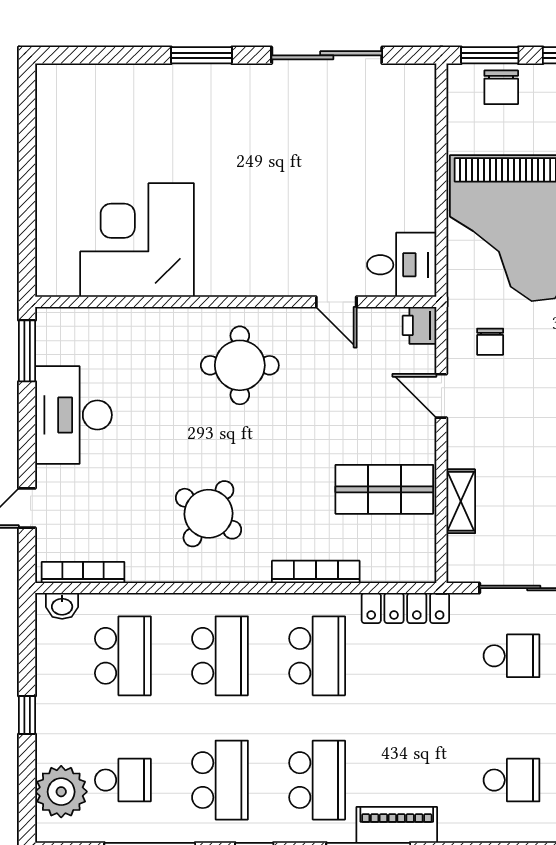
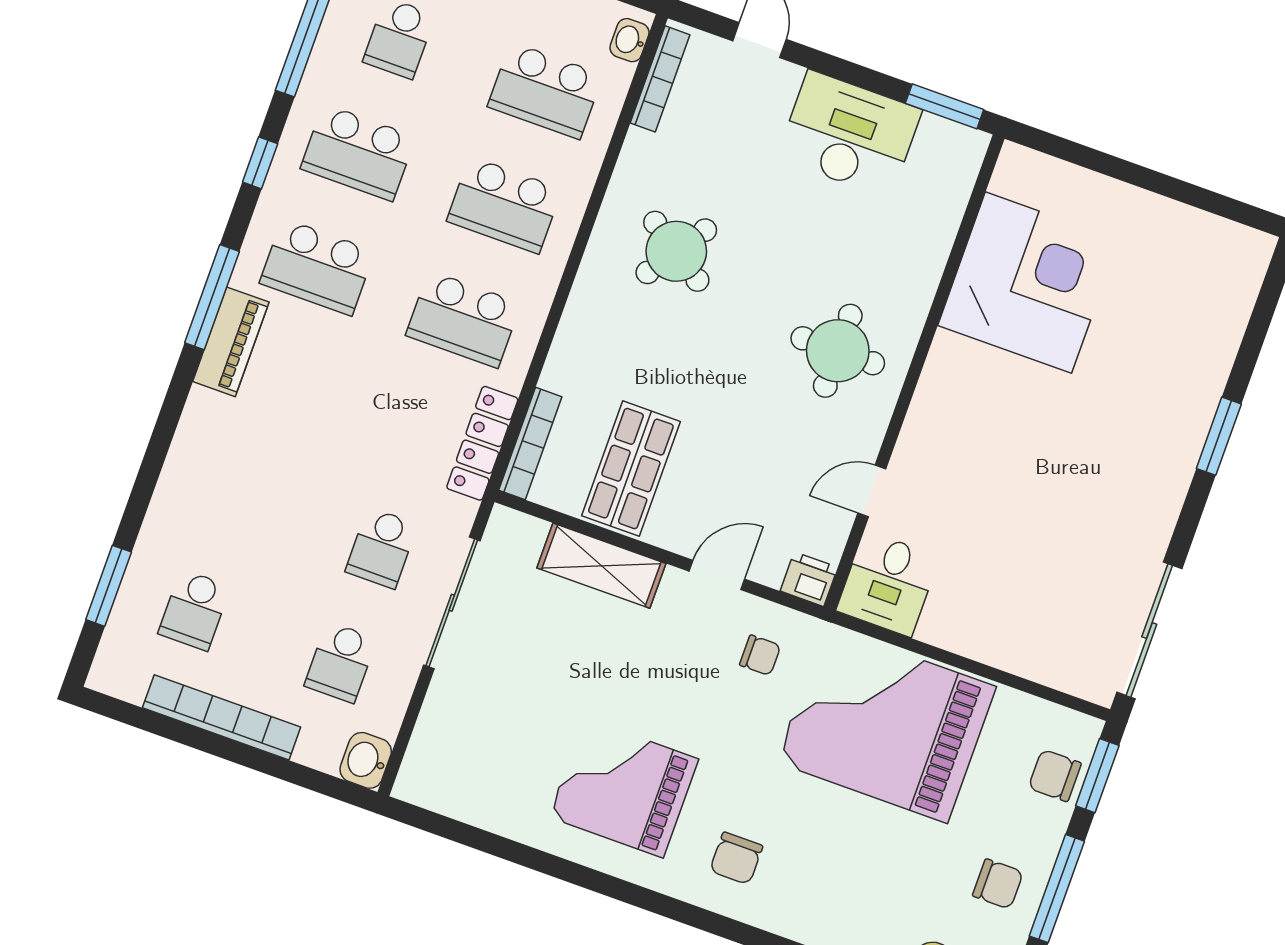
sliding door: (327, 55) -> (1149, 630), moved
chair: (490, 342) -> (760, 655), turned 180
shelving: (461, 501) -> (601, 566), width x1.50, depth x1.33
bookcase: (316, 572) -> (530, 444), moved
school desk: (511, 780) -> (235, 496), removed

